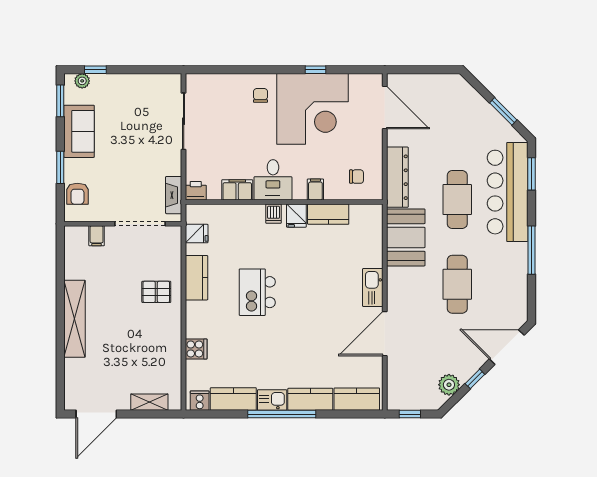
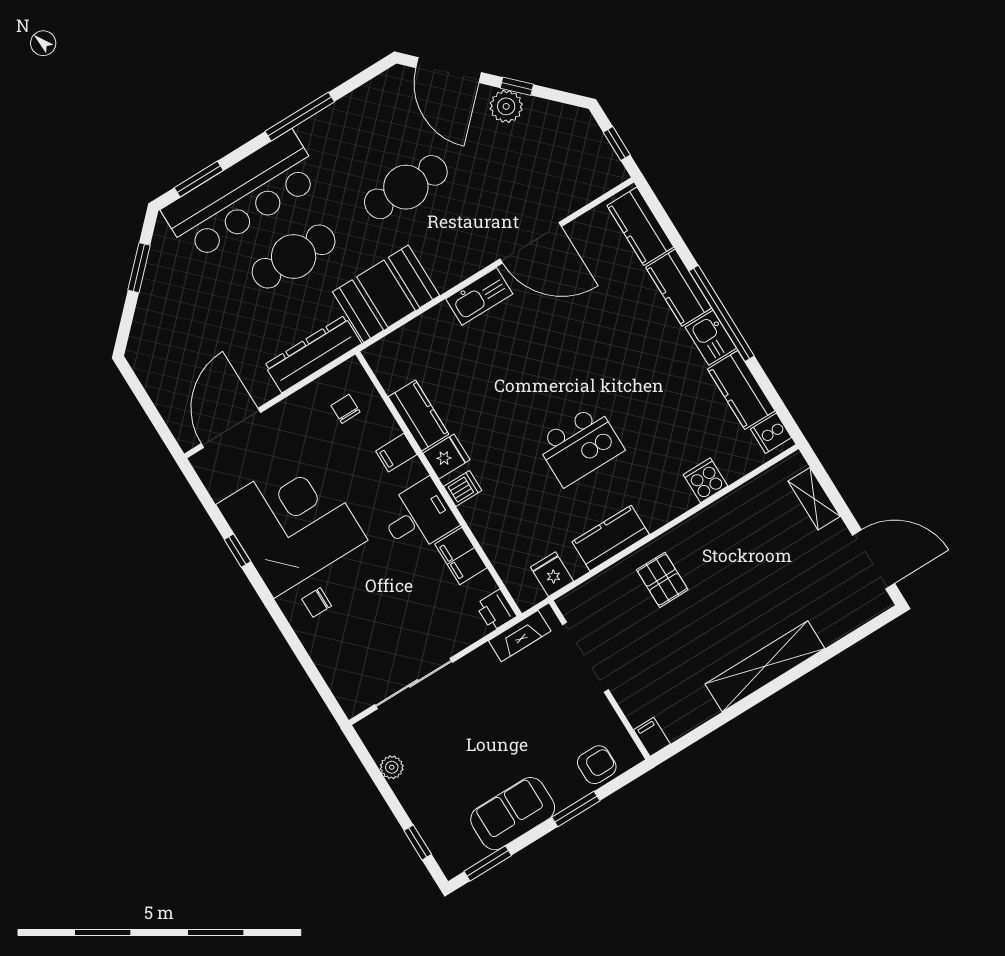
plant: (82, 81) -> (392, 767), moved
filing cabinet: (97, 236) -> (652, 737), moved, turned -90
plant: (449, 385) -> (506, 106), moved

